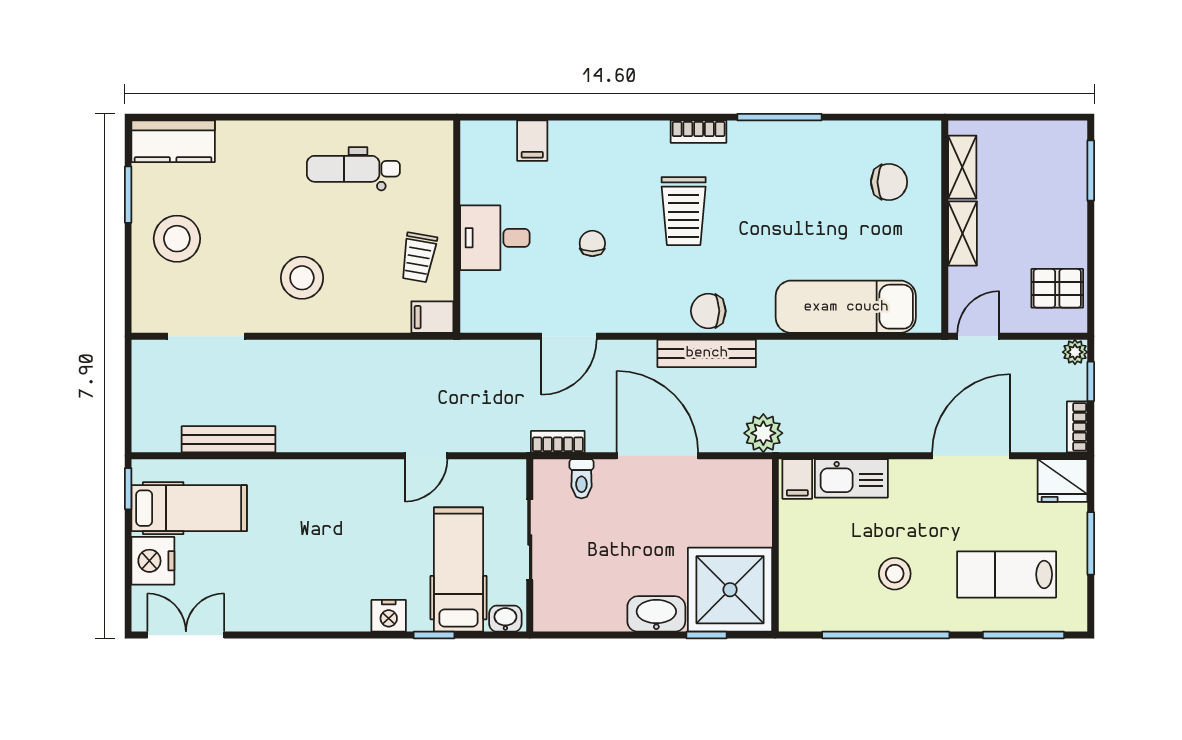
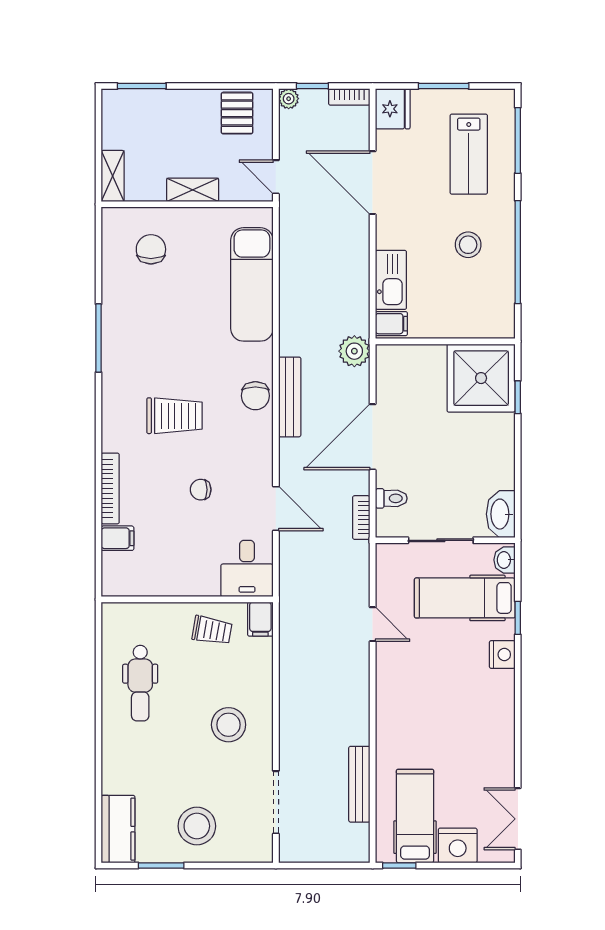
bookcase: (699, 132) -> (110, 488), moved, width x1.56
shelving: (962, 167) -> (113, 176), moved, turned 90
desk: (495, 238) -> (247, 568), moved
washbasin: (656, 614) -> (501, 514), moved

